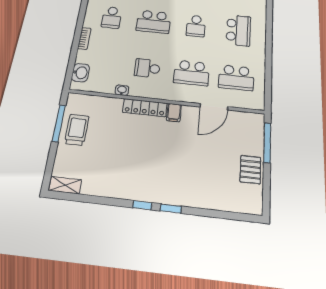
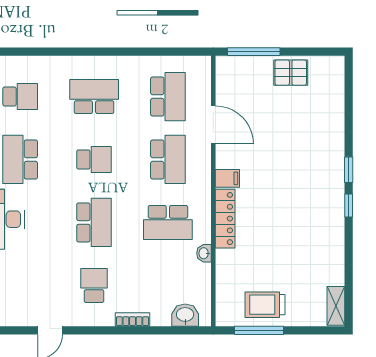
school desk: (112, 17) -> (94, 285), turned -90
school desk: (147, 68) -> (168, 222), width x1.85

